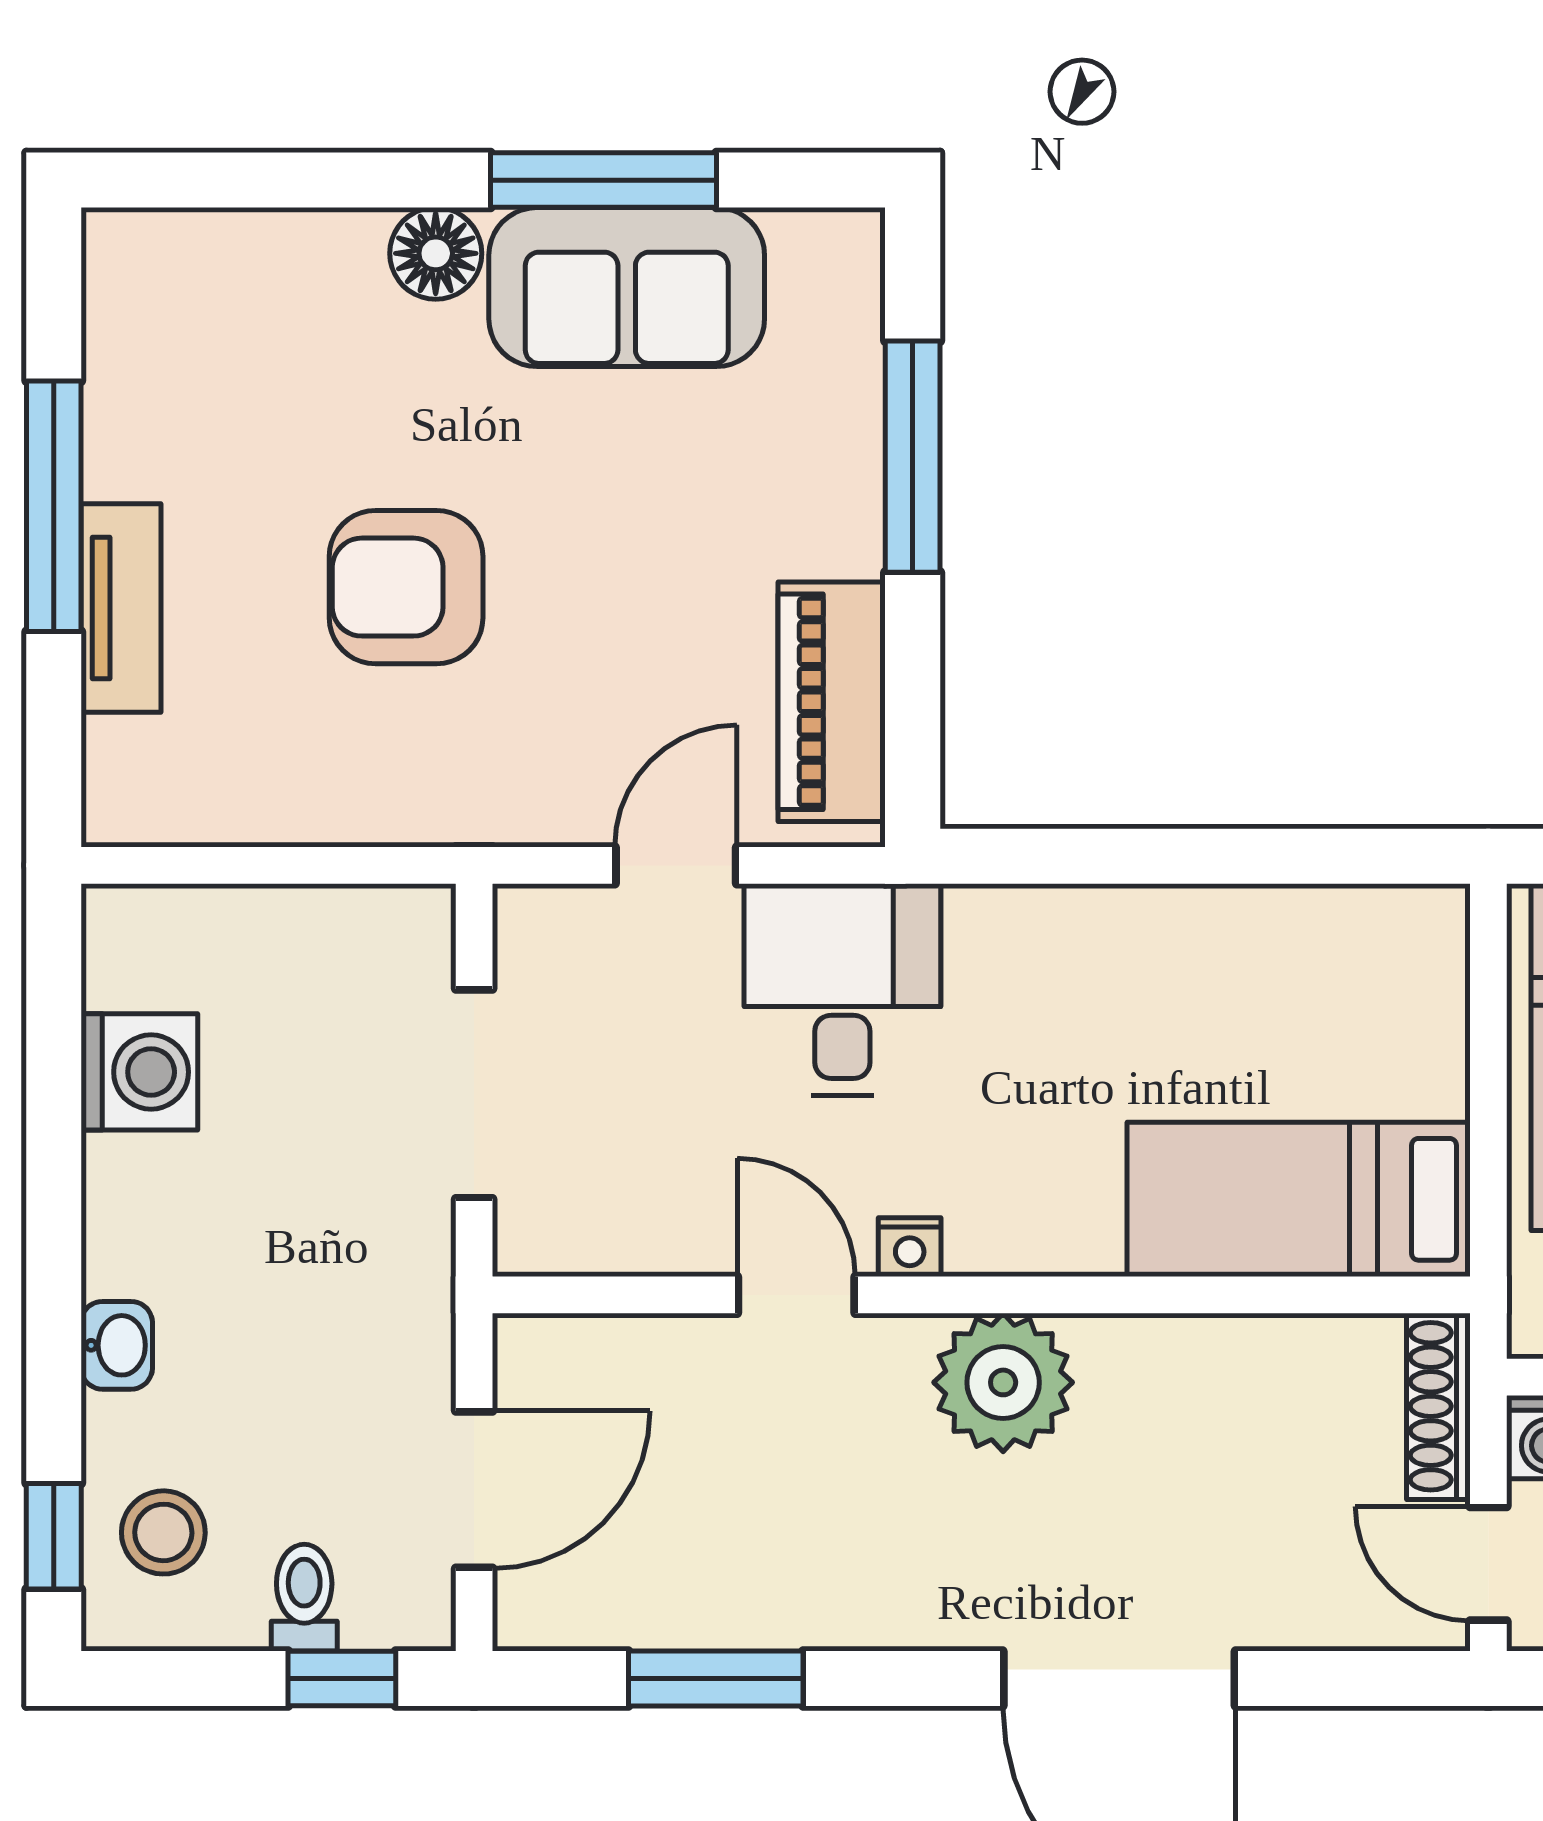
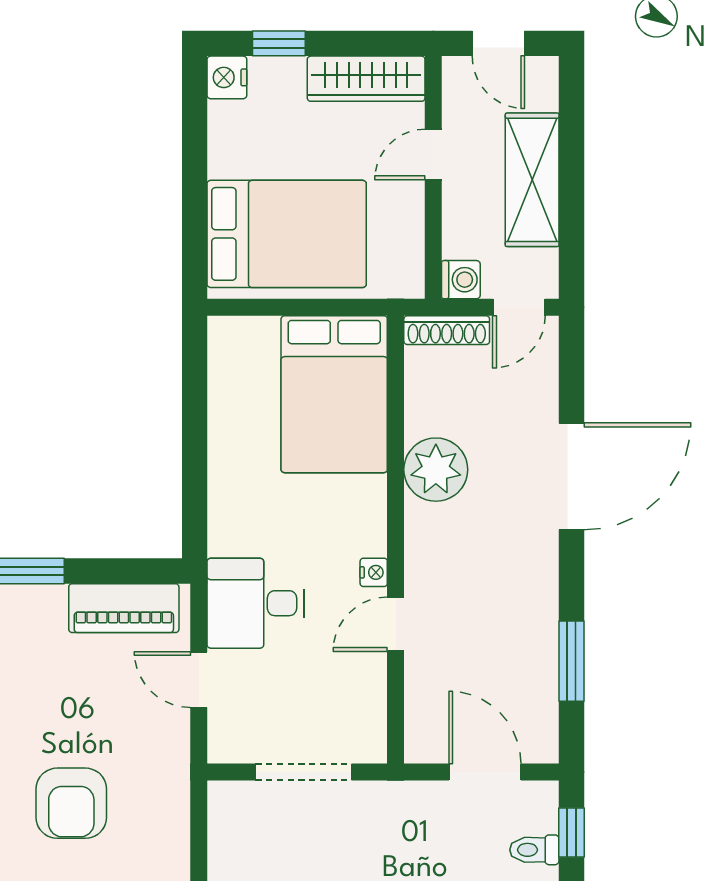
bed: (1299, 1199) -> (334, 394), width x1.50
plant: (1003, 1382) -> (436, 470), moved

